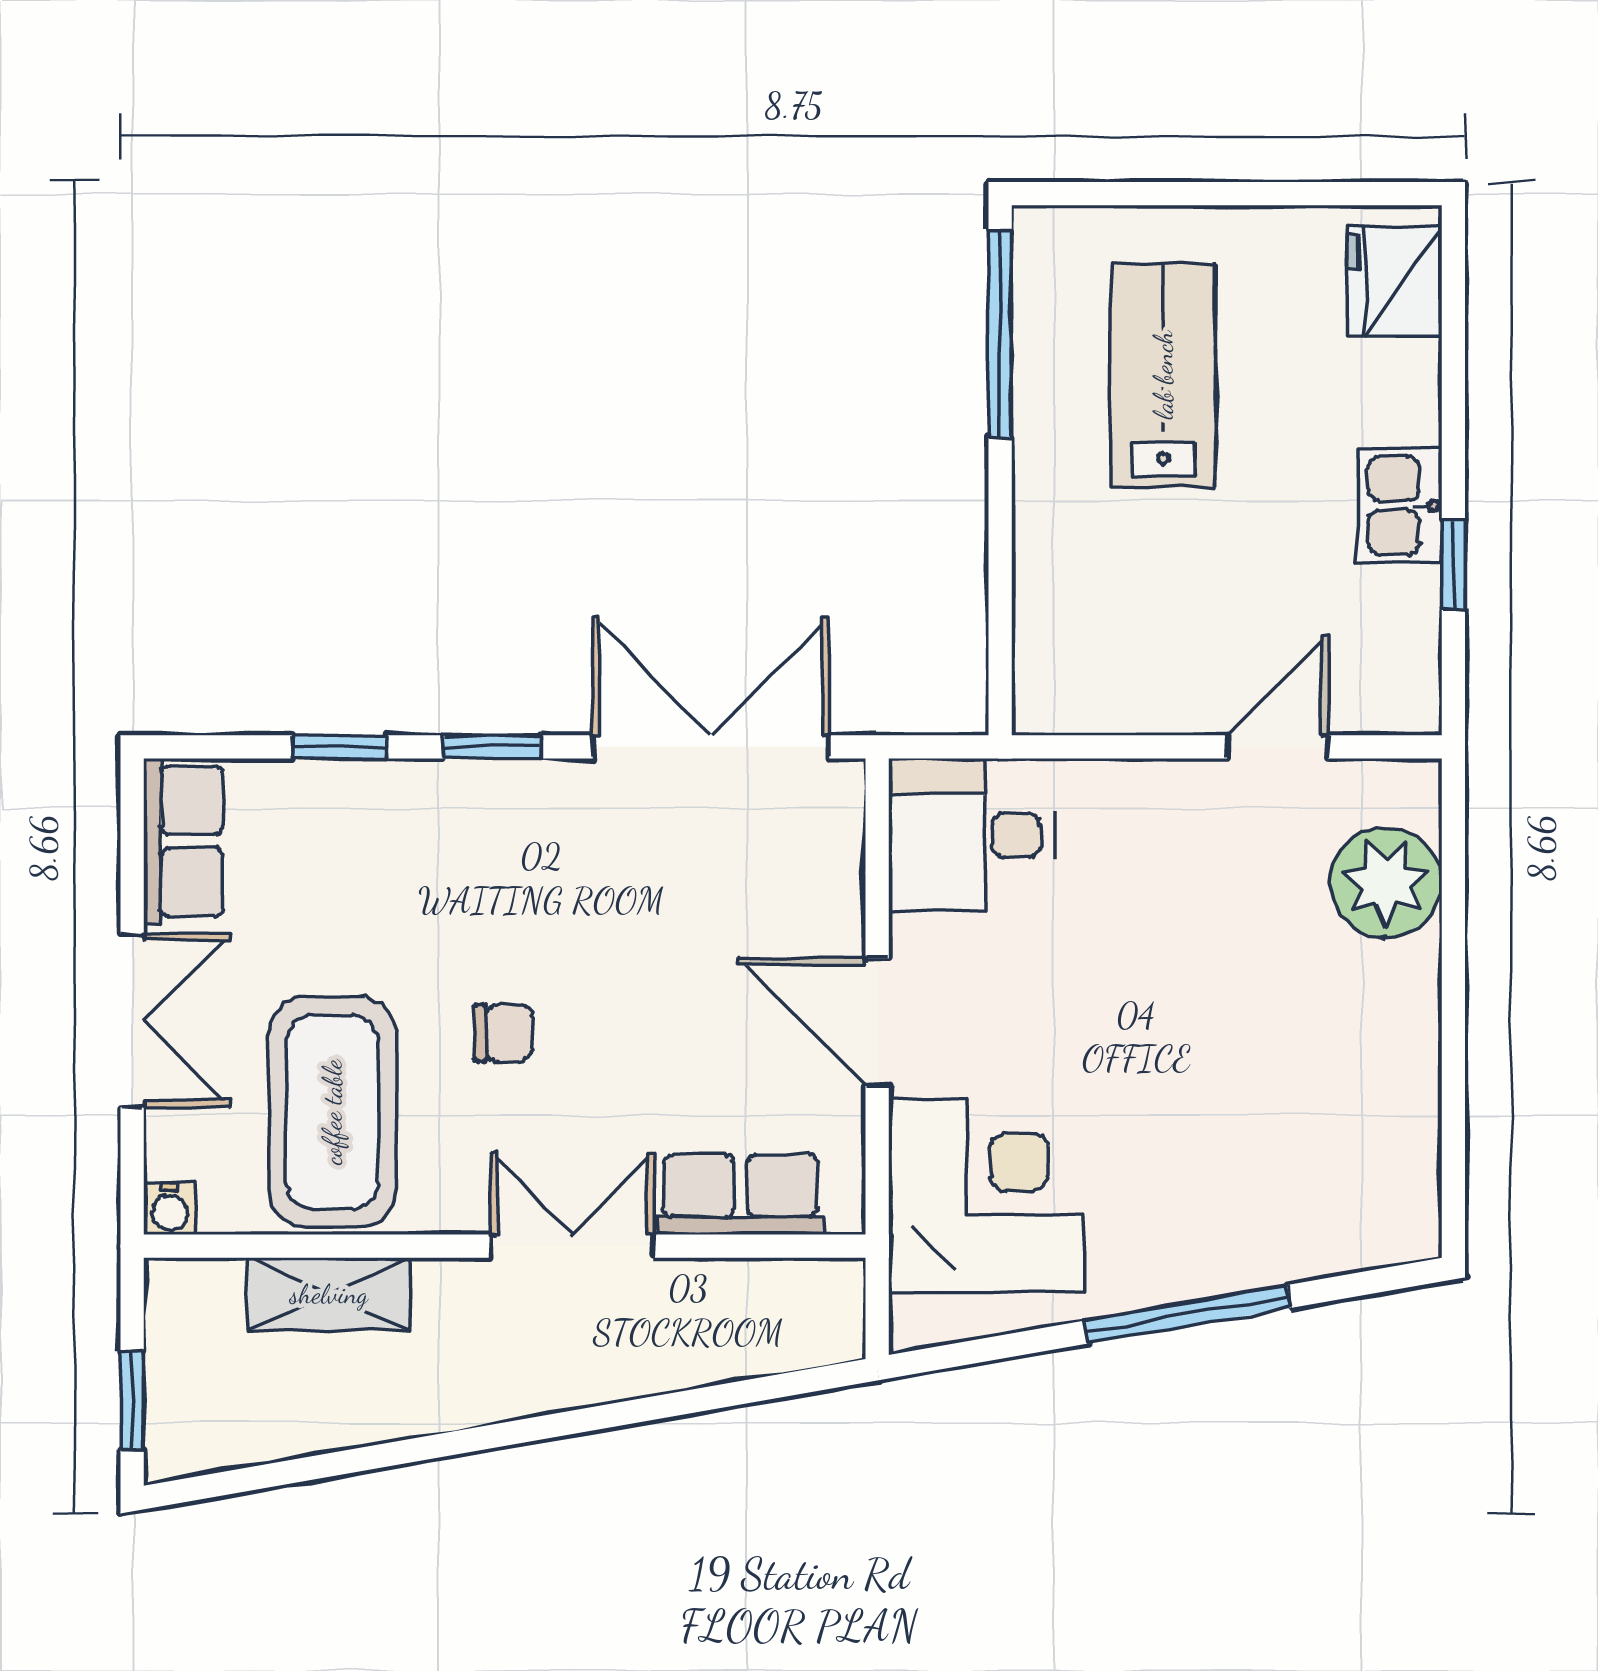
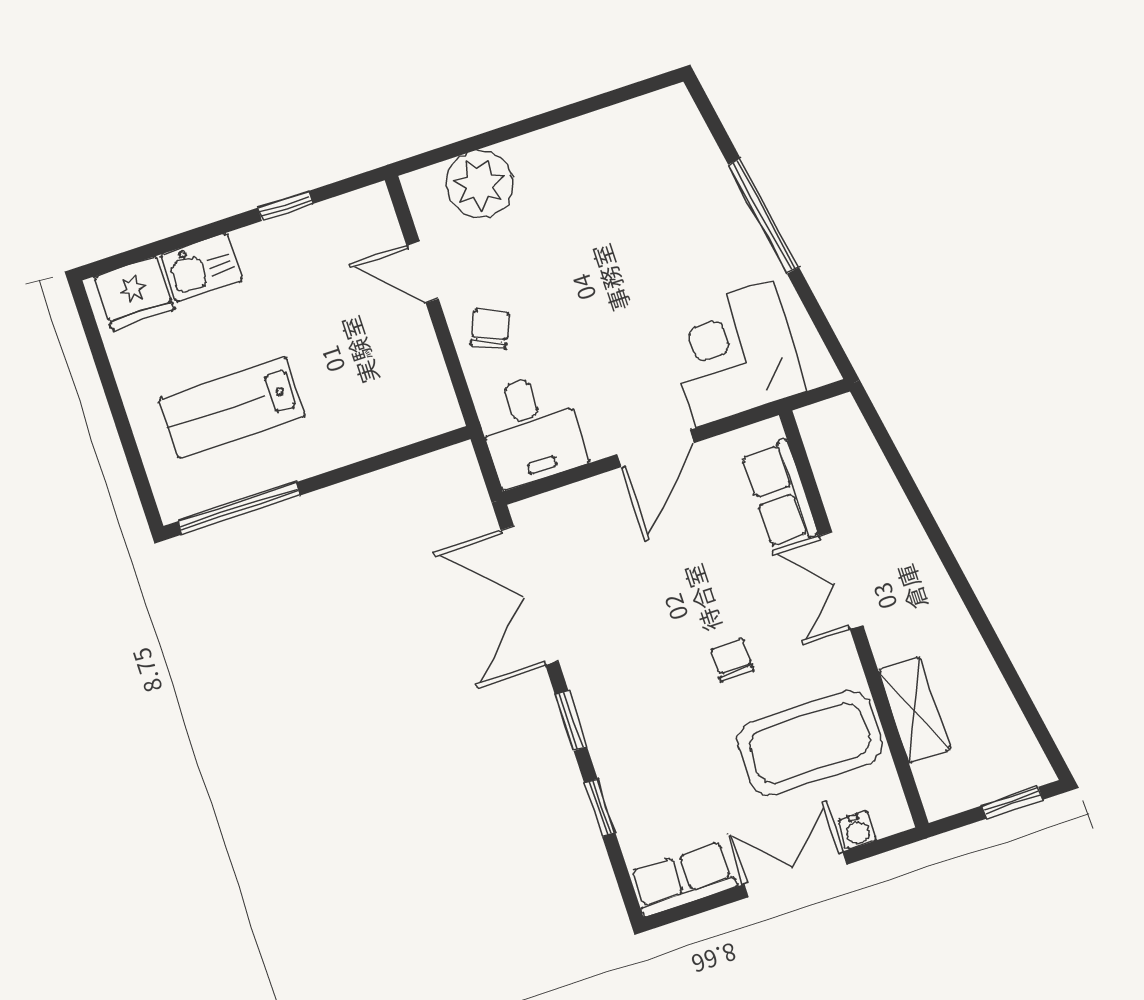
kitchen sink: (1400, 505) -> (201, 268), moved
chair: (1152, 824) -> (490, 329), added
water cooler: (170, 1208) -> (857, 830), moved, turned 90

